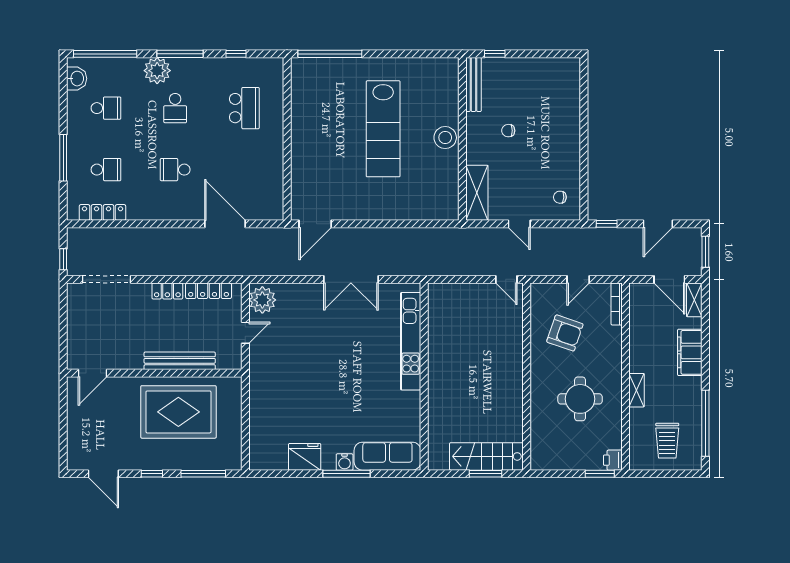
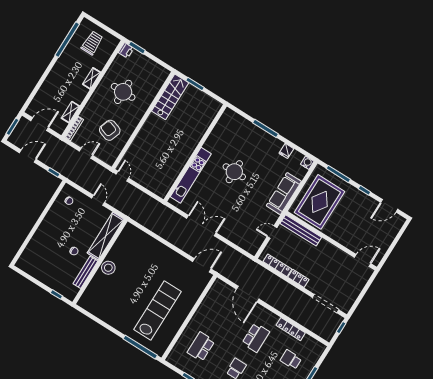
bench: (473, 84) -> (85, 272), moved
lab bench: (383, 129) -> (158, 311), moved
school desk: (175, 170) -> (256, 338), width x1.85
shelving: (477, 193) -> (106, 236), width x1.47
locker: (103, 212) -> (291, 329), moved
door: (669, 279) -> (40, 124), hinge flipped
plant: (262, 300) -> (253, 243), removed
shelving: (694, 300) -> (70, 112), moved
filing cabinet: (690, 352) -> (53, 81), removed
bench: (180, 361) -> (301, 230), moved
round table: (352, 385) -> (234, 172), added
rug: (178, 412) -> (320, 202), moved, turned 90
sofa: (387, 456) -> (284, 194), moved, turned 90
stairs: (486, 456) -> (170, 97), moved, turned -90
fridge: (305, 457) -> (286, 151), width x0.53, depth x0.75
water cooler: (345, 462) -> (307, 163), moved
door: (103, 474) -> (389, 206), swing flipped

